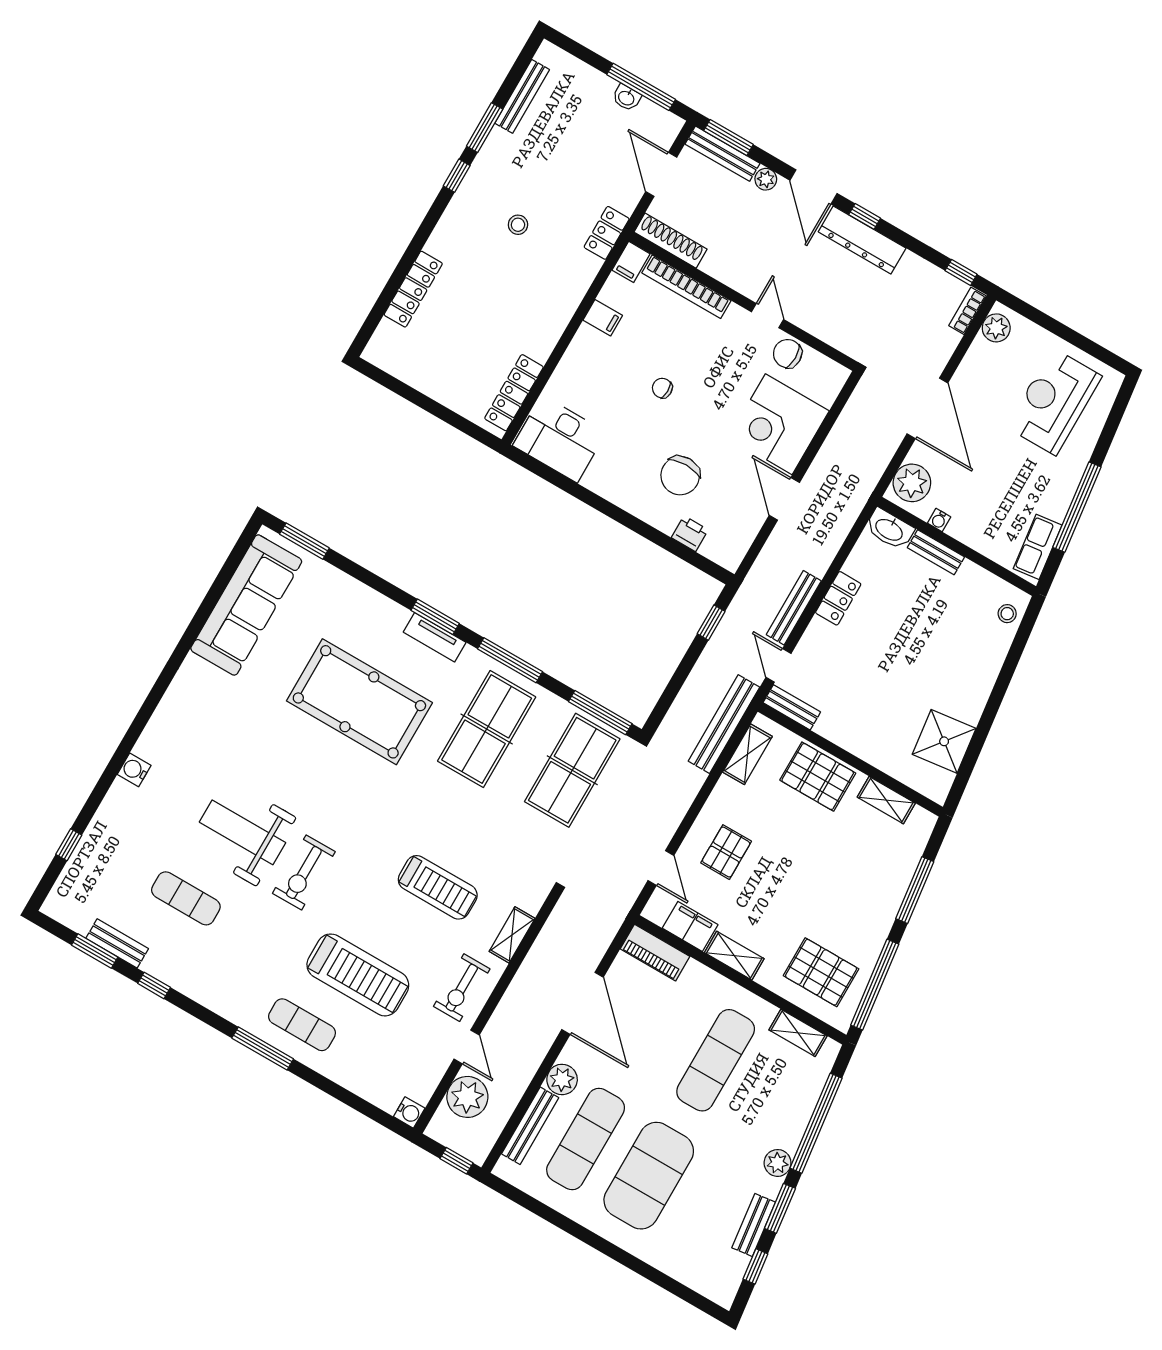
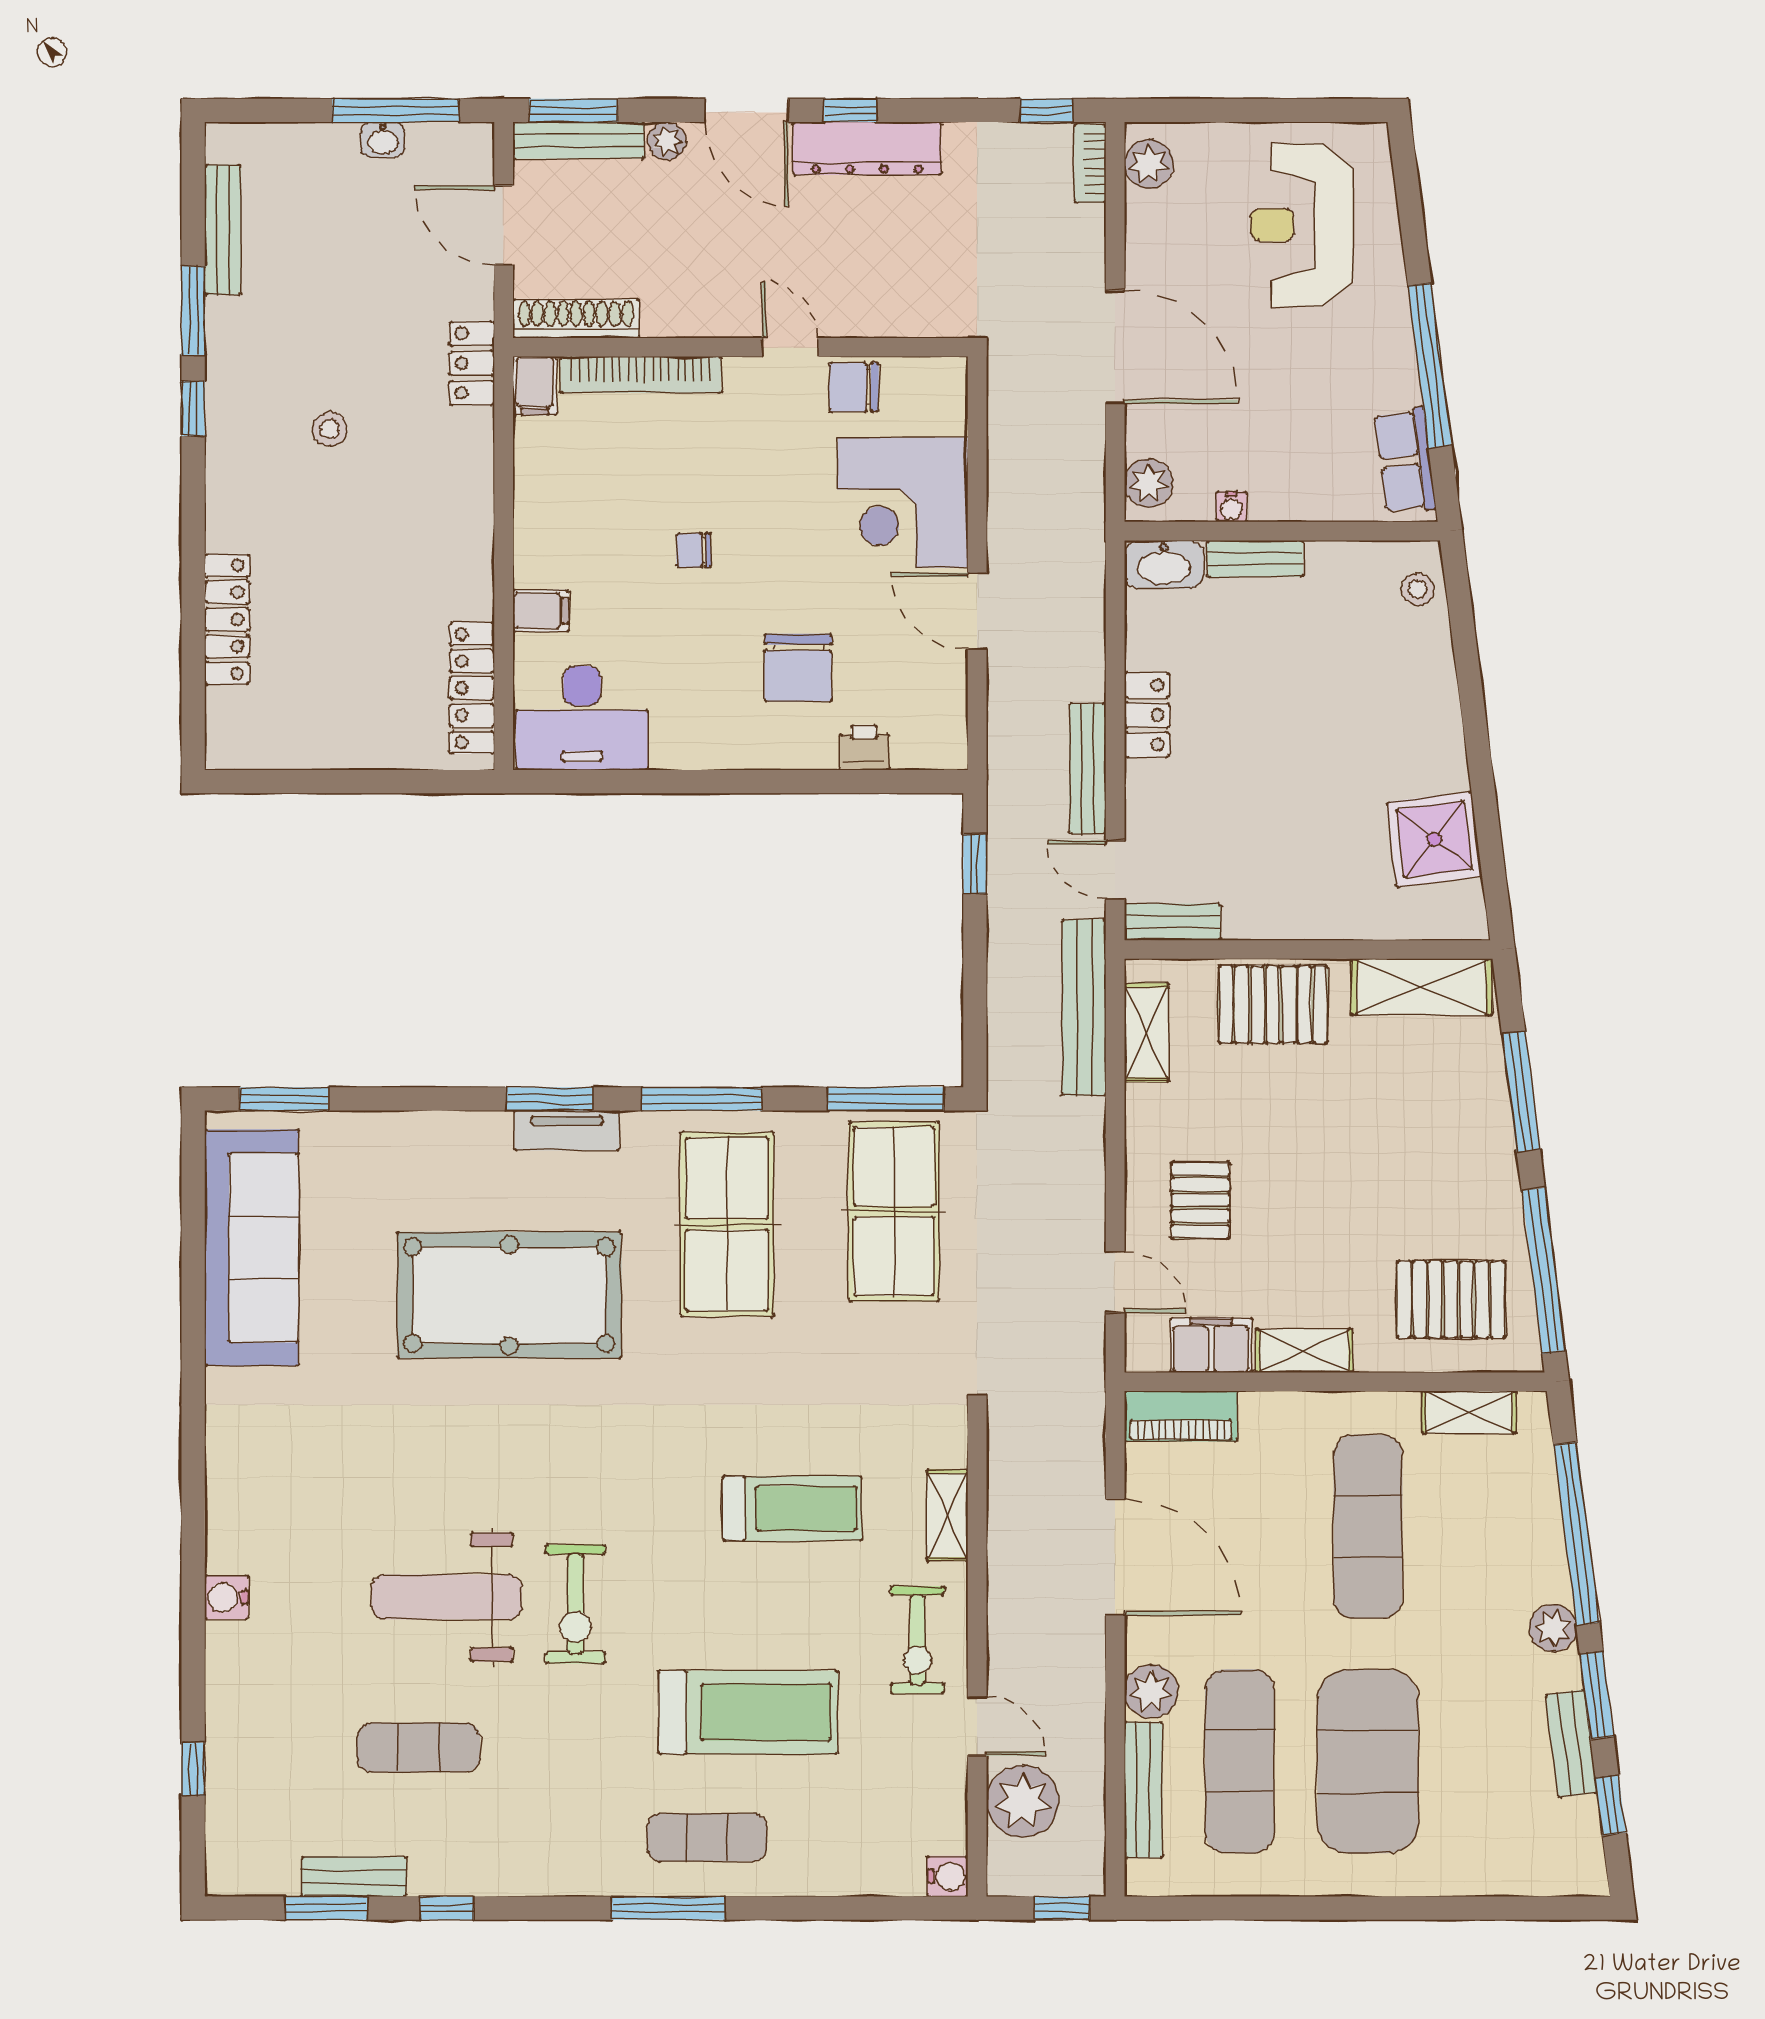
filing cabinet: (603, 318) -> (541, 611), moved
plant: (912, 483) -> (1148, 483), width x0.73, depth x0.73
shelving: (886, 800) -> (1422, 987), width x1.50, depth x1.33

